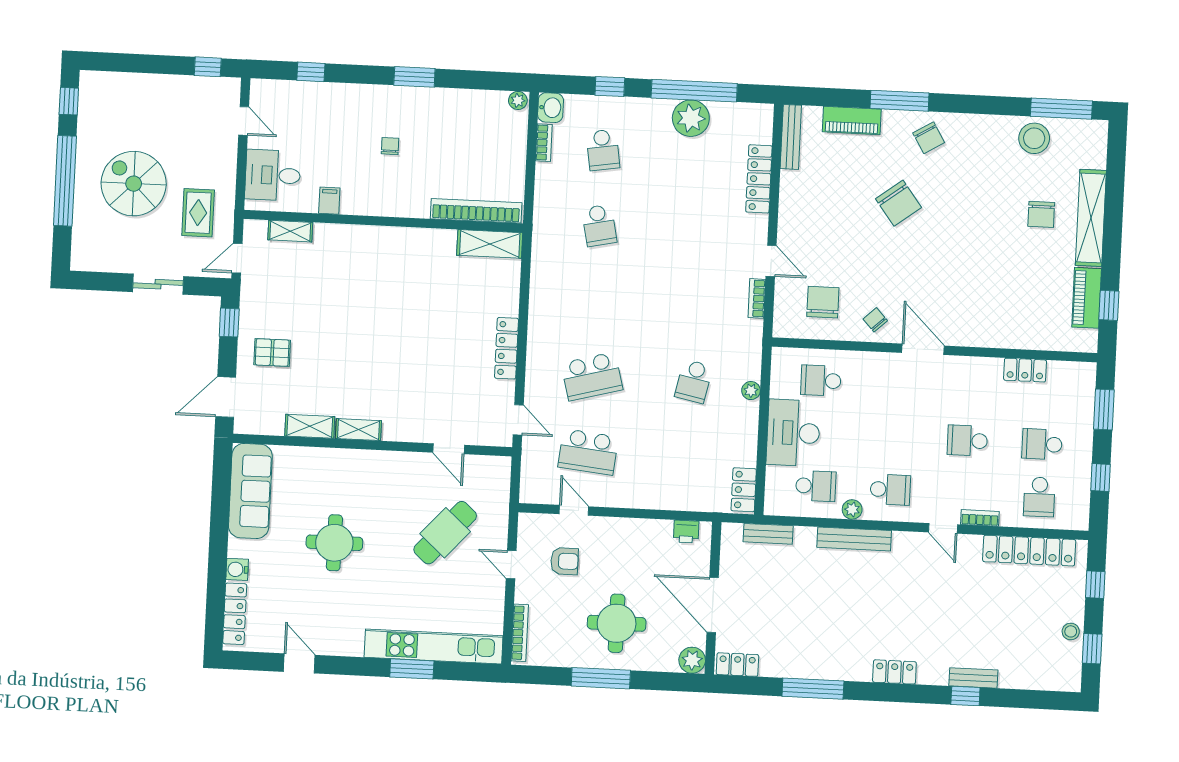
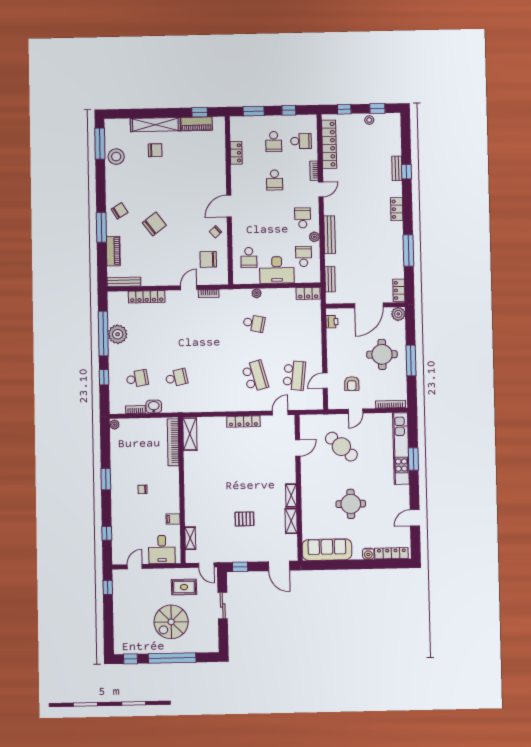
washbasin: (551, 108) -> (154, 407), moved
pallet: (272, 352) -> (244, 519), moved, turned 90
armchair: (565, 561) -> (352, 384), turned 180

